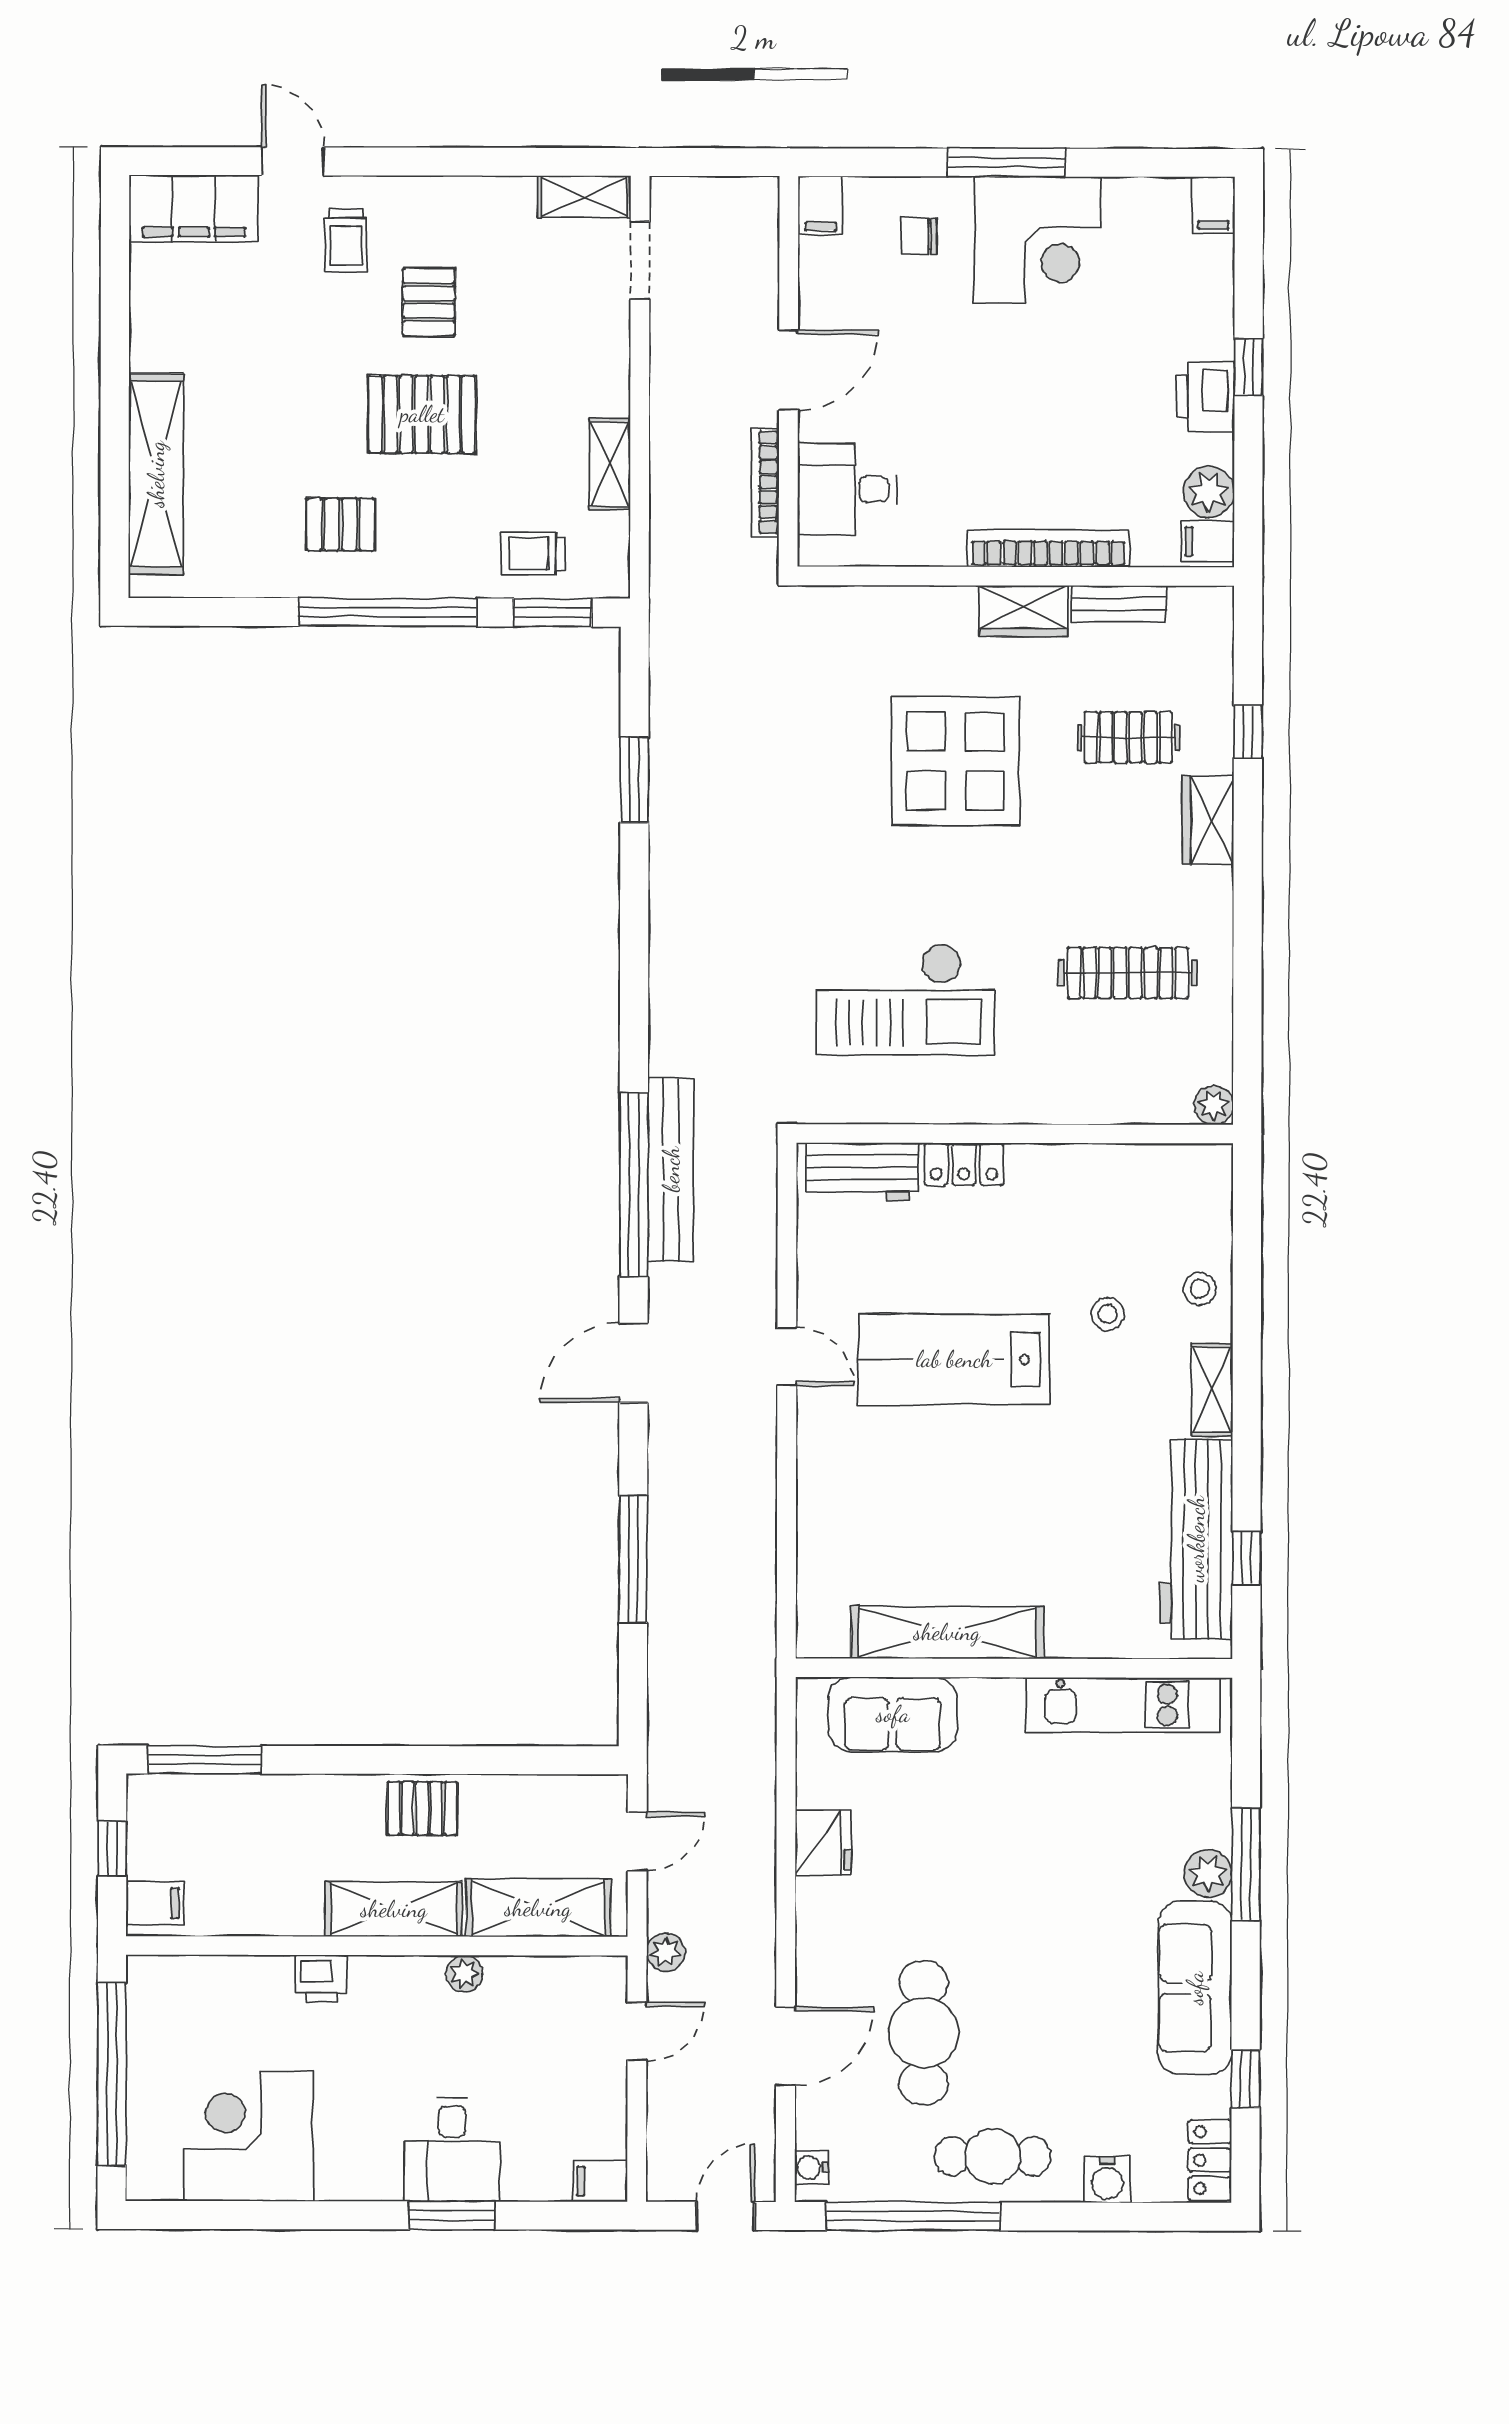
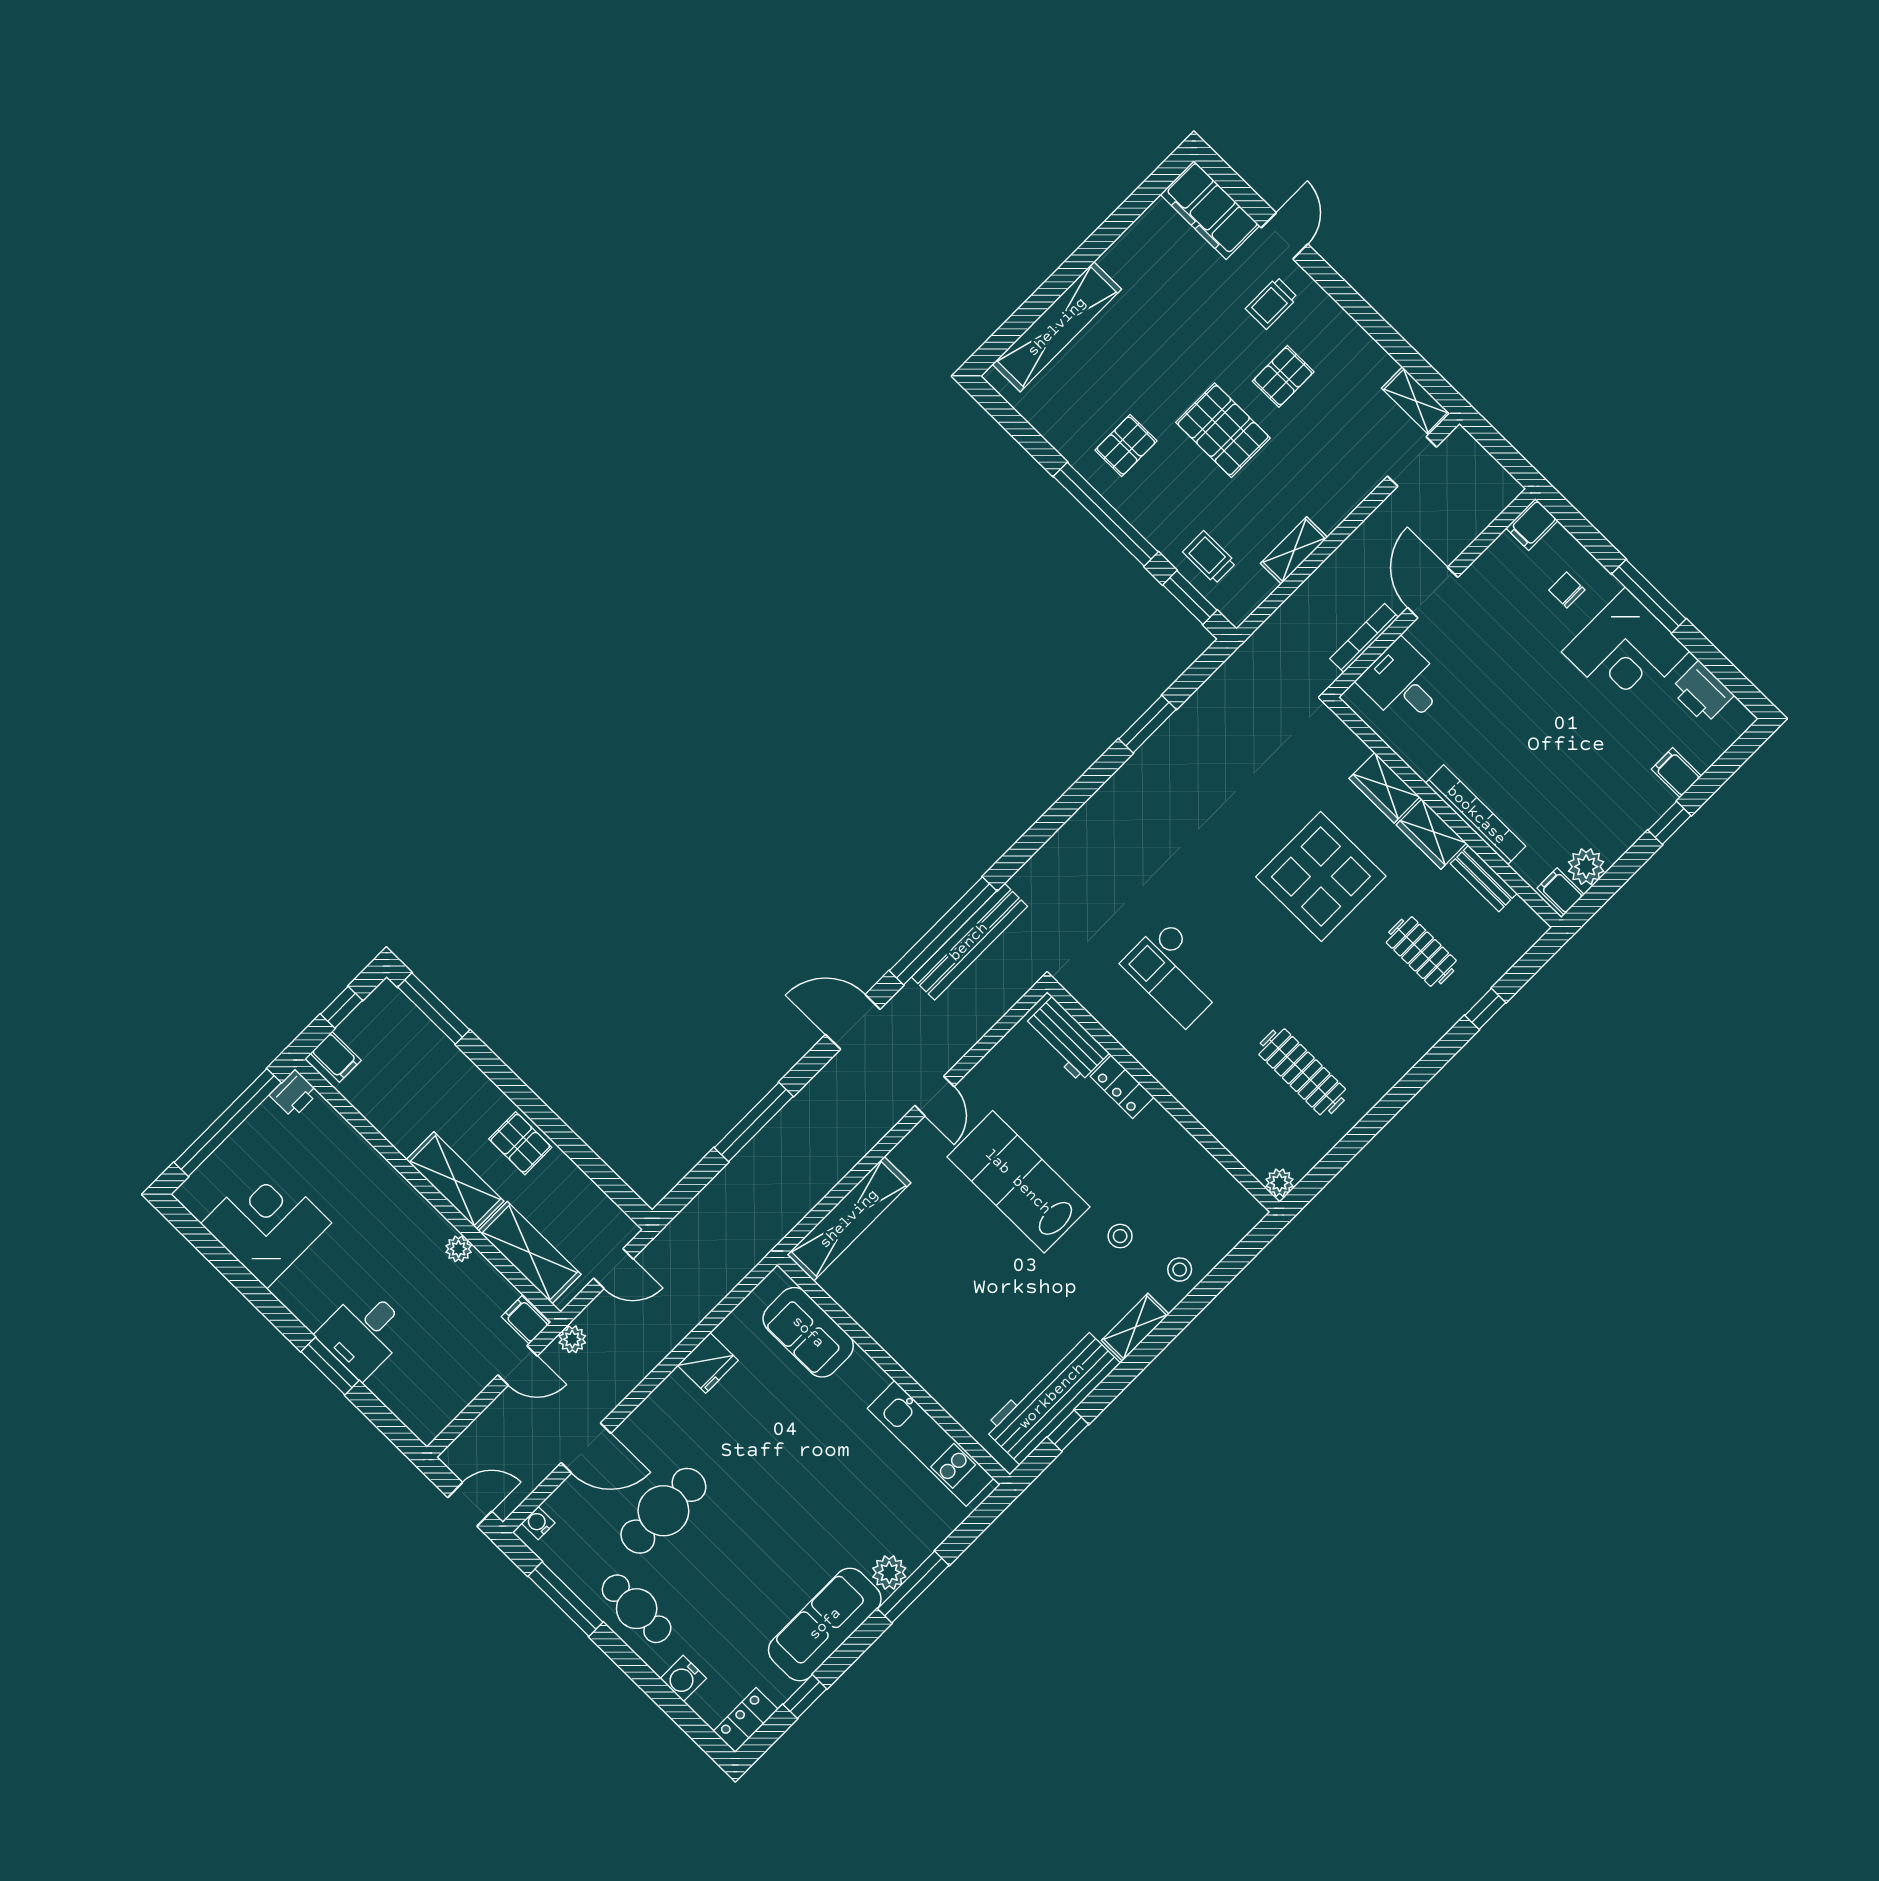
filing cabinet: (1214, 205) -> (1676, 773), moved, turned 90
door: (788, 370) -> (1433, 592), swing flipped
printer: (1205, 397) -> (1702, 692), moved, turned -90
pallet: (341, 524) -> (1126, 445), turned 90
wardrobe: (1208, 820) -> (1384, 788), moved, turned -90
checkout: (905, 999) -> (1175, 973), width x0.73, depth x0.83
shelving: (947, 1632) -> (849, 1219), moved, turned 90
printer: (321, 1979) -> (294, 1094), moved, turned -90
filing cabinet: (600, 2181) -> (526, 1320), moved
window: (913, 2216) -> (566, 1599), width x0.68

